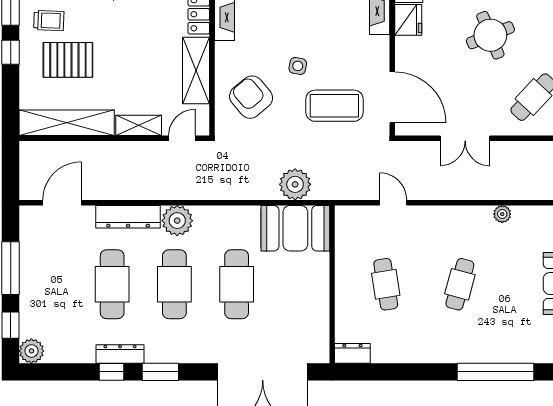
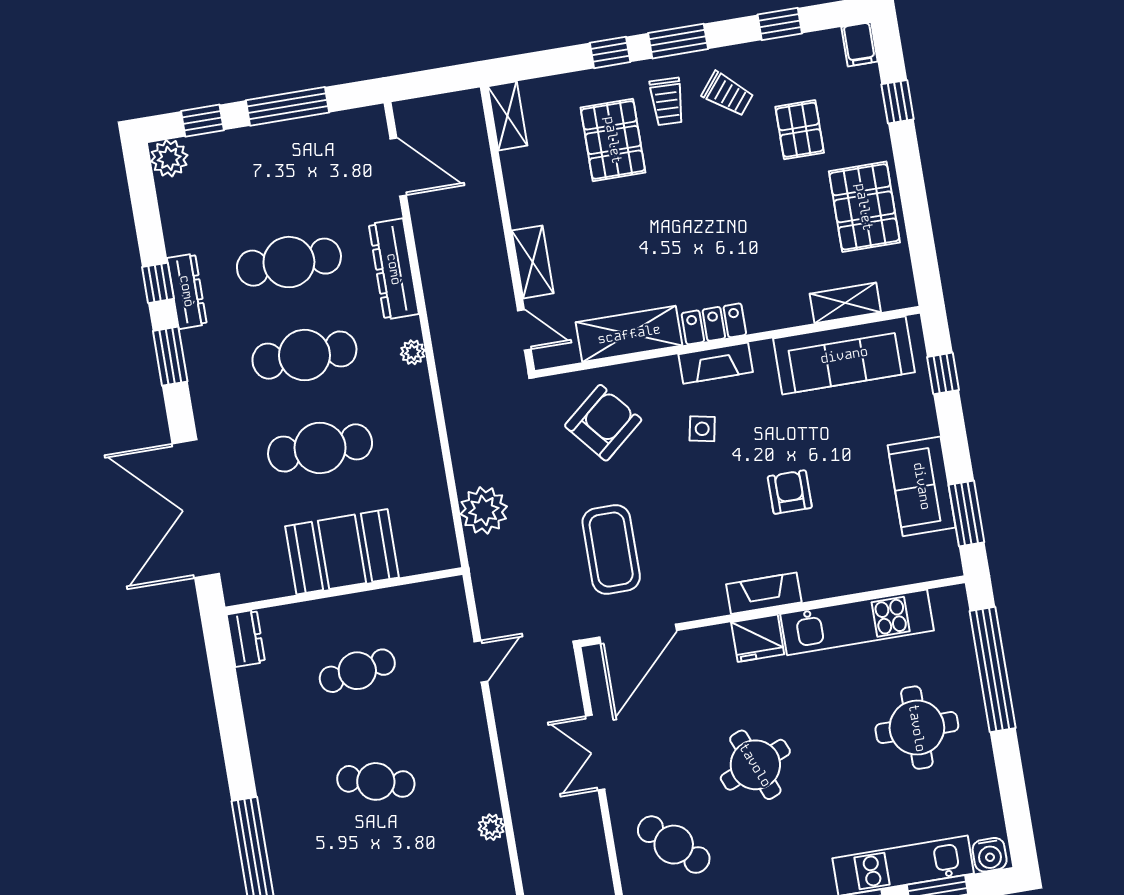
side table: (298, 66) -> (702, 429), moved
shelving: (67, 123) -> (507, 116), width x0.45, depth x0.75
plant: (177, 221) -> (413, 352), width x0.53, depth x0.53
booth: (295, 228) -> (342, 552), moved, turned 90

